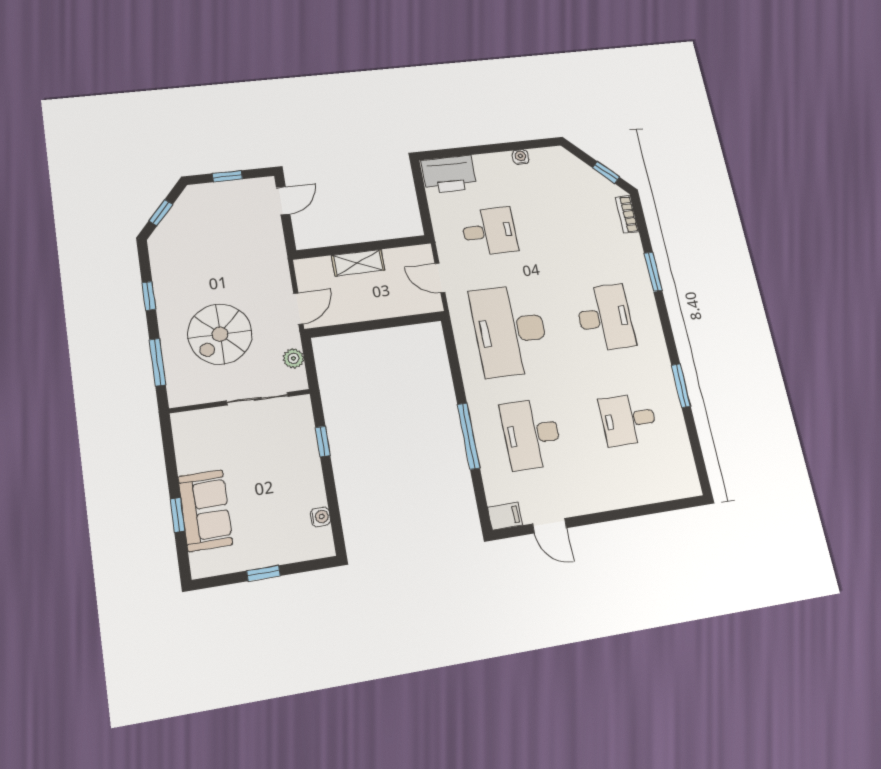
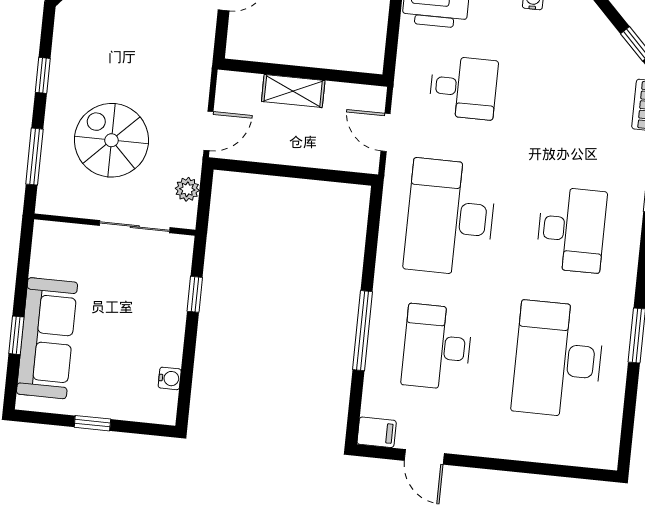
spiral stairs: (220, 334) -> (111, 140), turned 90
desk: (628, 419) -> (558, 359), width x1.87, depth x1.30
sofa: (205, 510) -> (47, 338), width x1.36

